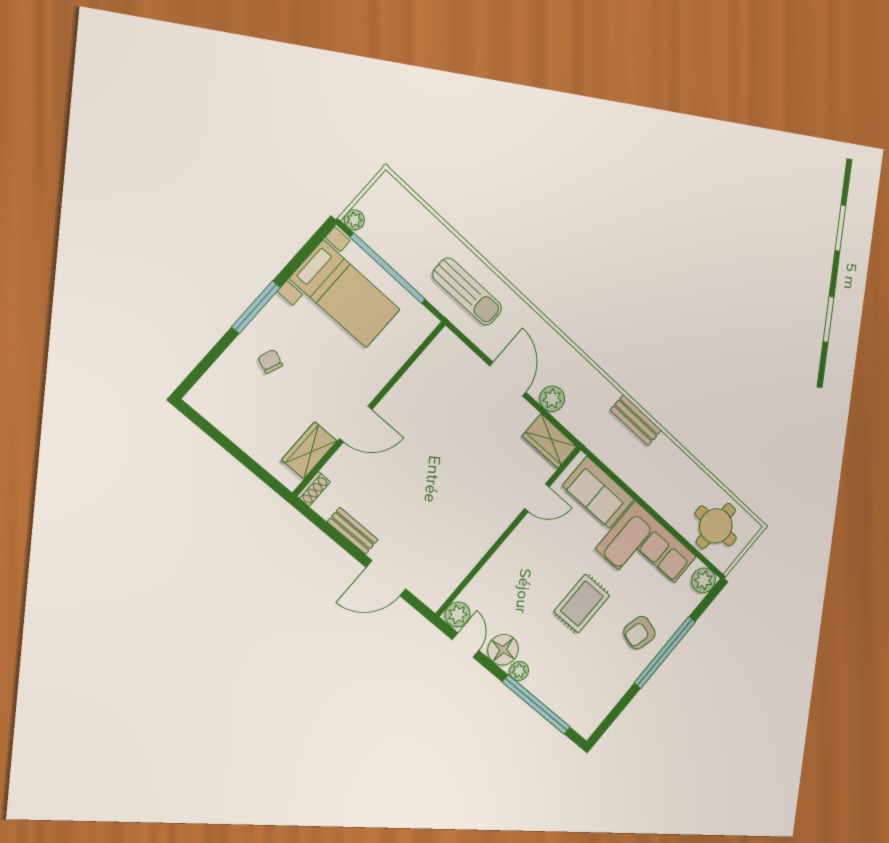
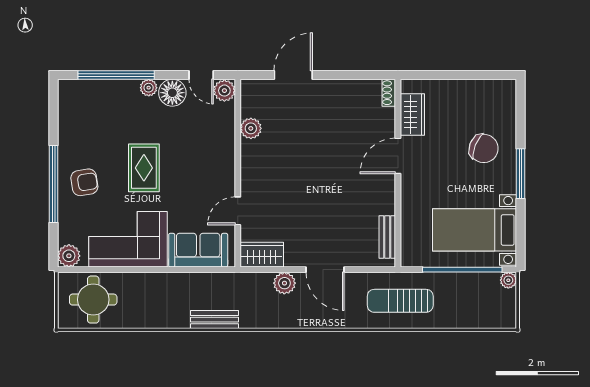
chair: (270, 361) -> (484, 148), width x1.87, depth x1.87
bench: (353, 531) -> (387, 237), moved, turned 90
plant: (464, 561) -> (251, 128), added
armchair: (639, 633) -> (84, 182), turned 66

